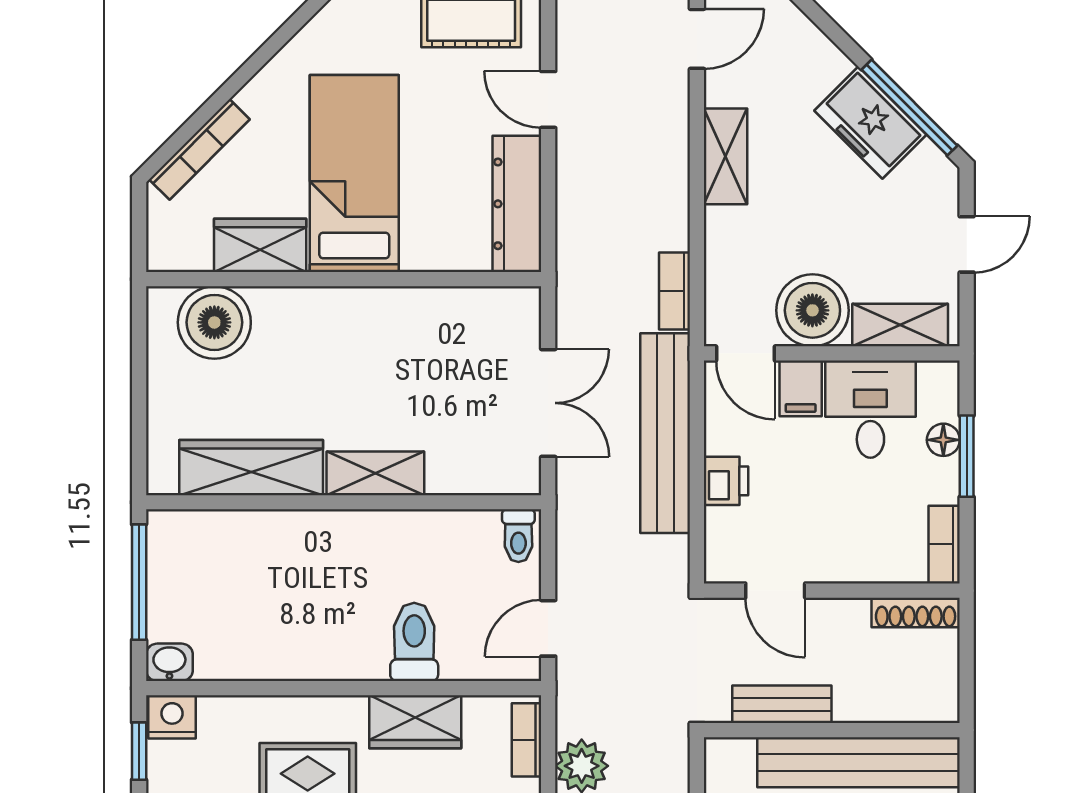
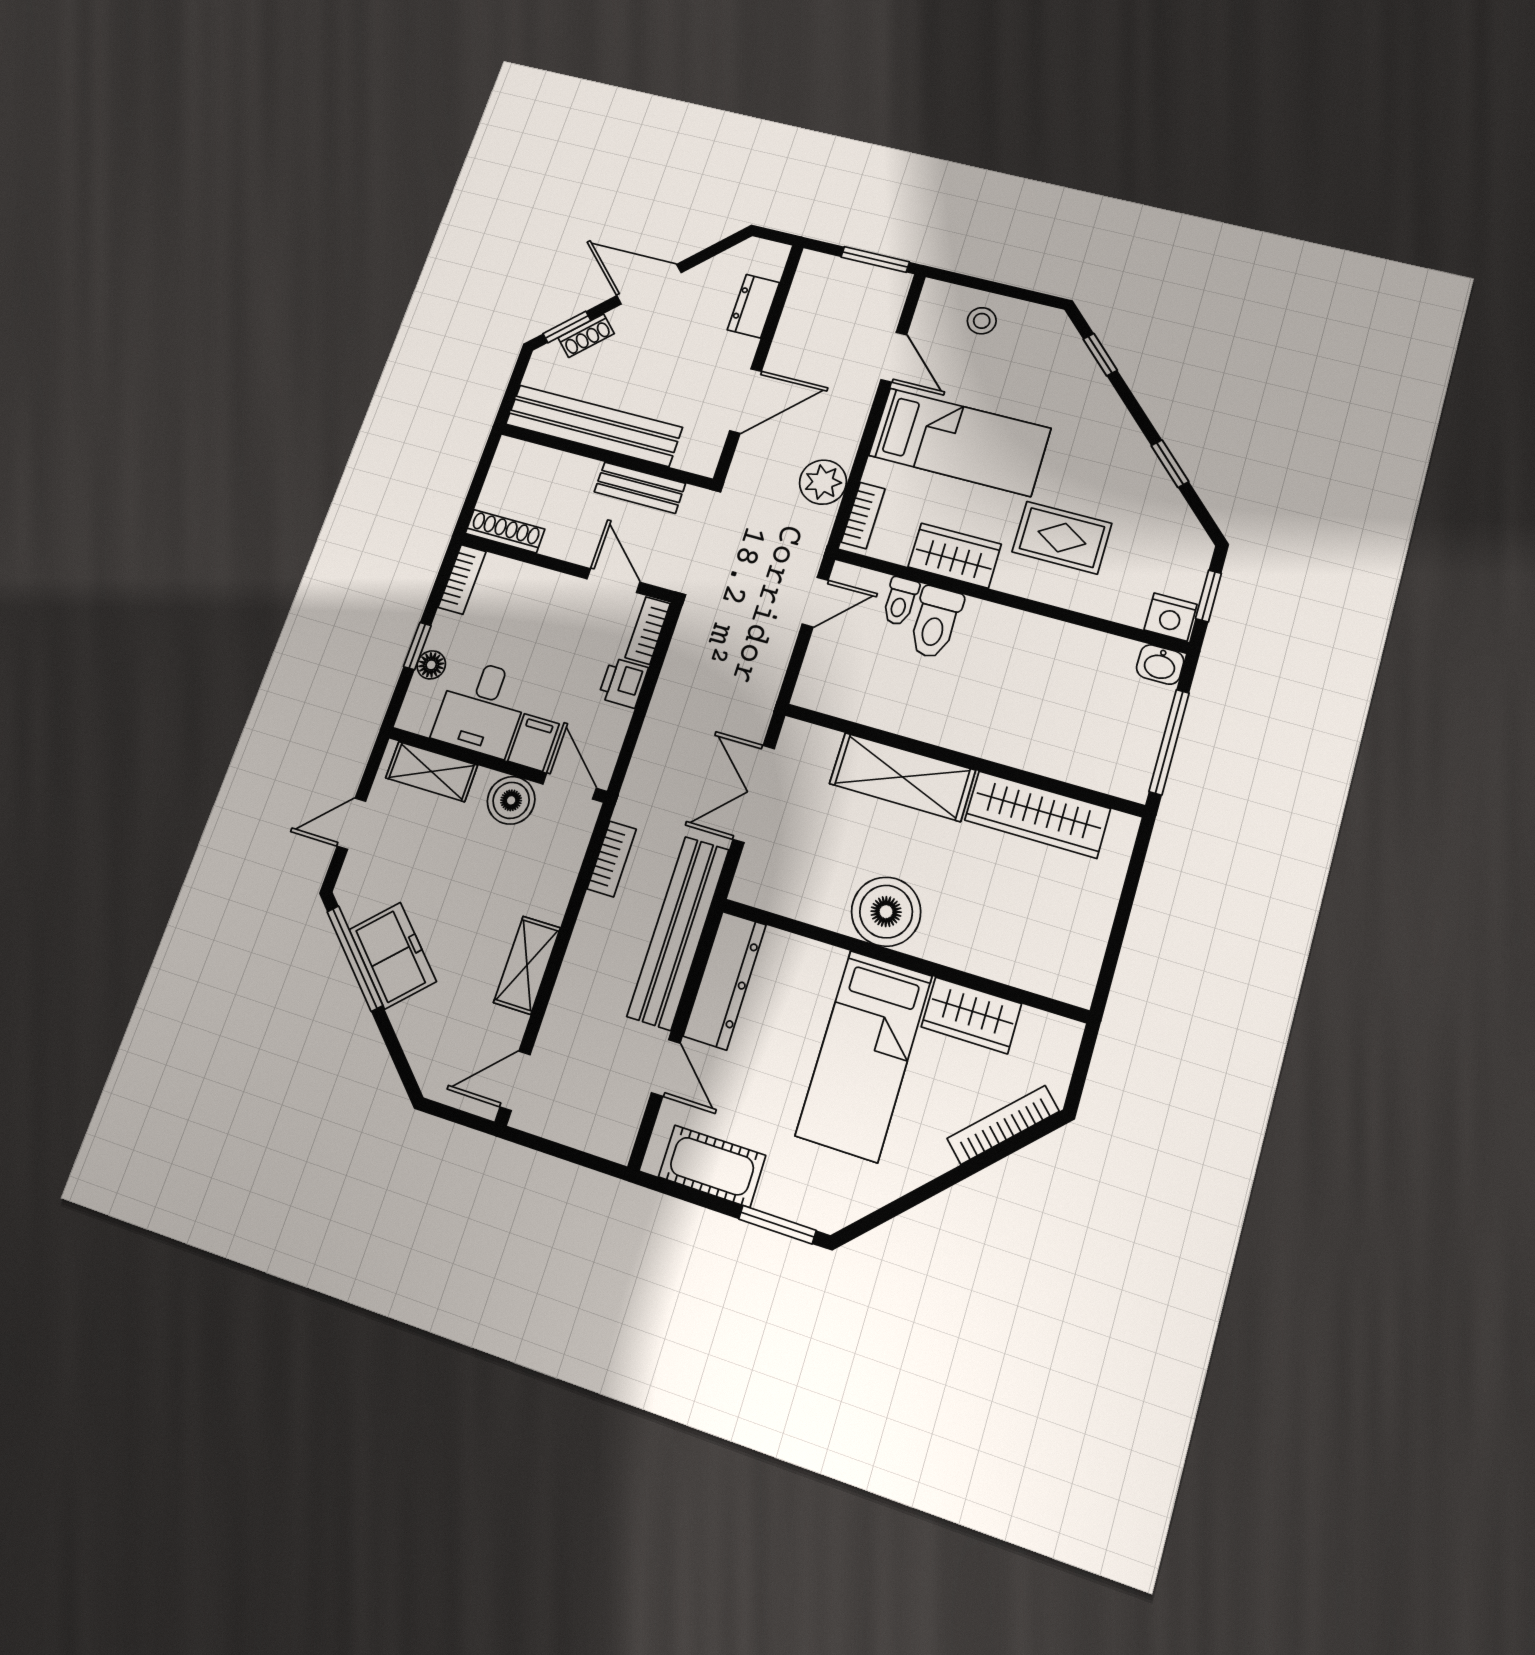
boiler: (812, 310) -> (511, 800), width x0.73, depth x0.73
boiler: (214, 322) -> (886, 912), moved
bench: (665, 433) -> (678, 932), moved
window: (967, 456) -> (417, 646), width x0.67
shelving: (375, 473) -> (902, 777), width x1.50, depth x1.33
toilet: (518, 536) -> (900, 601), moved, turned 180
bookcase: (719, 546) -> (648, 631), added

